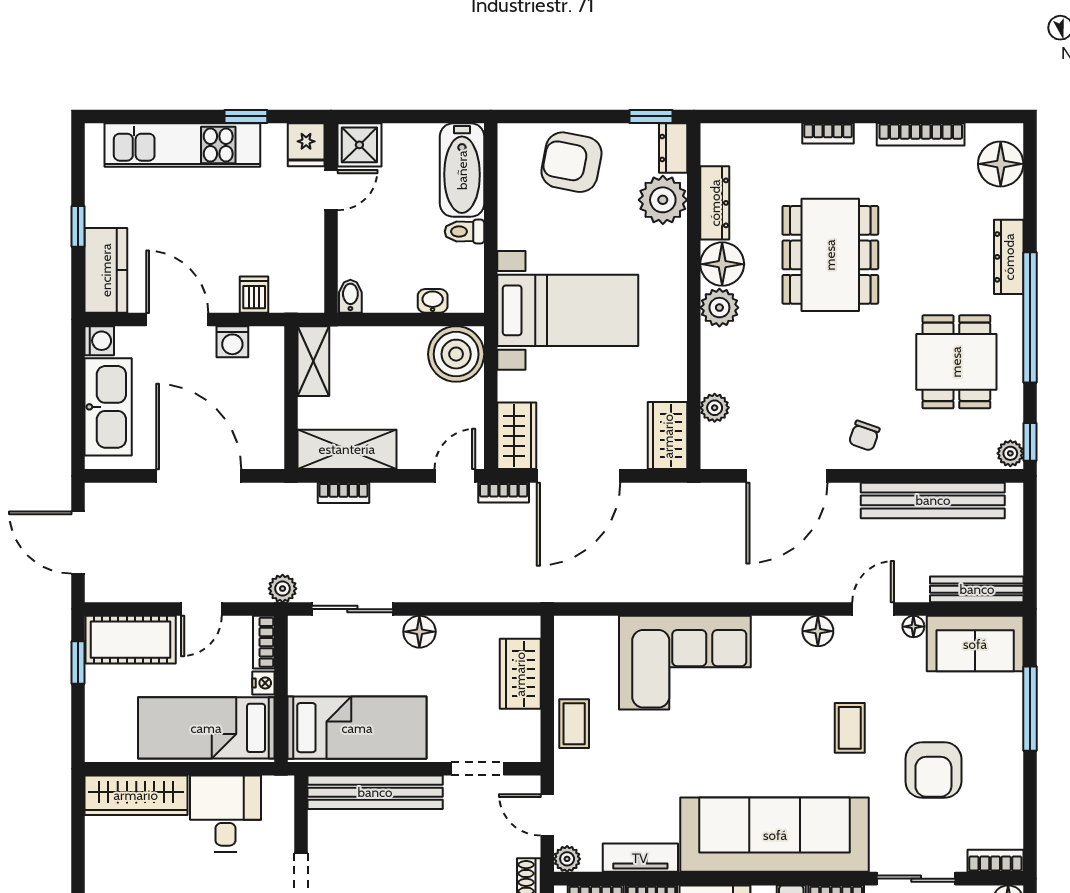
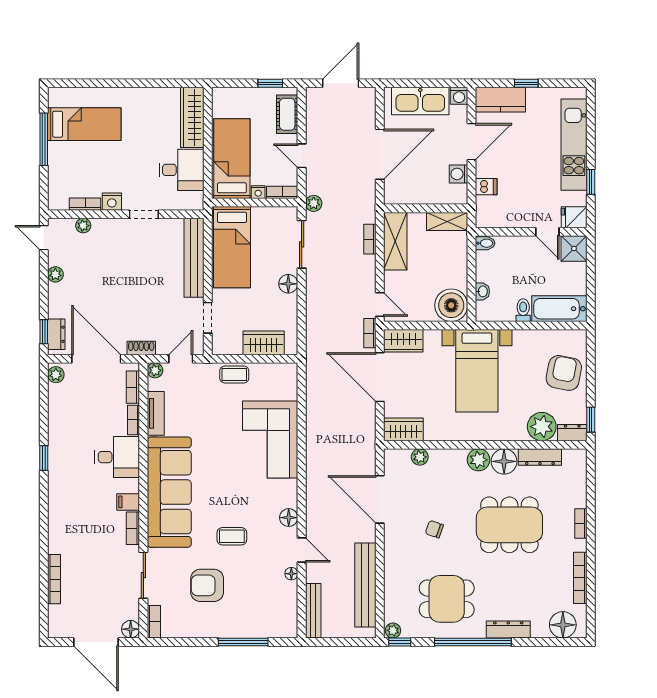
chair: (864, 436) -> (434, 529), moved
cot: (131, 640) -> (287, 114), width x0.73, depth x0.75
sofa: (975, 644) -> (281, 610), removed

